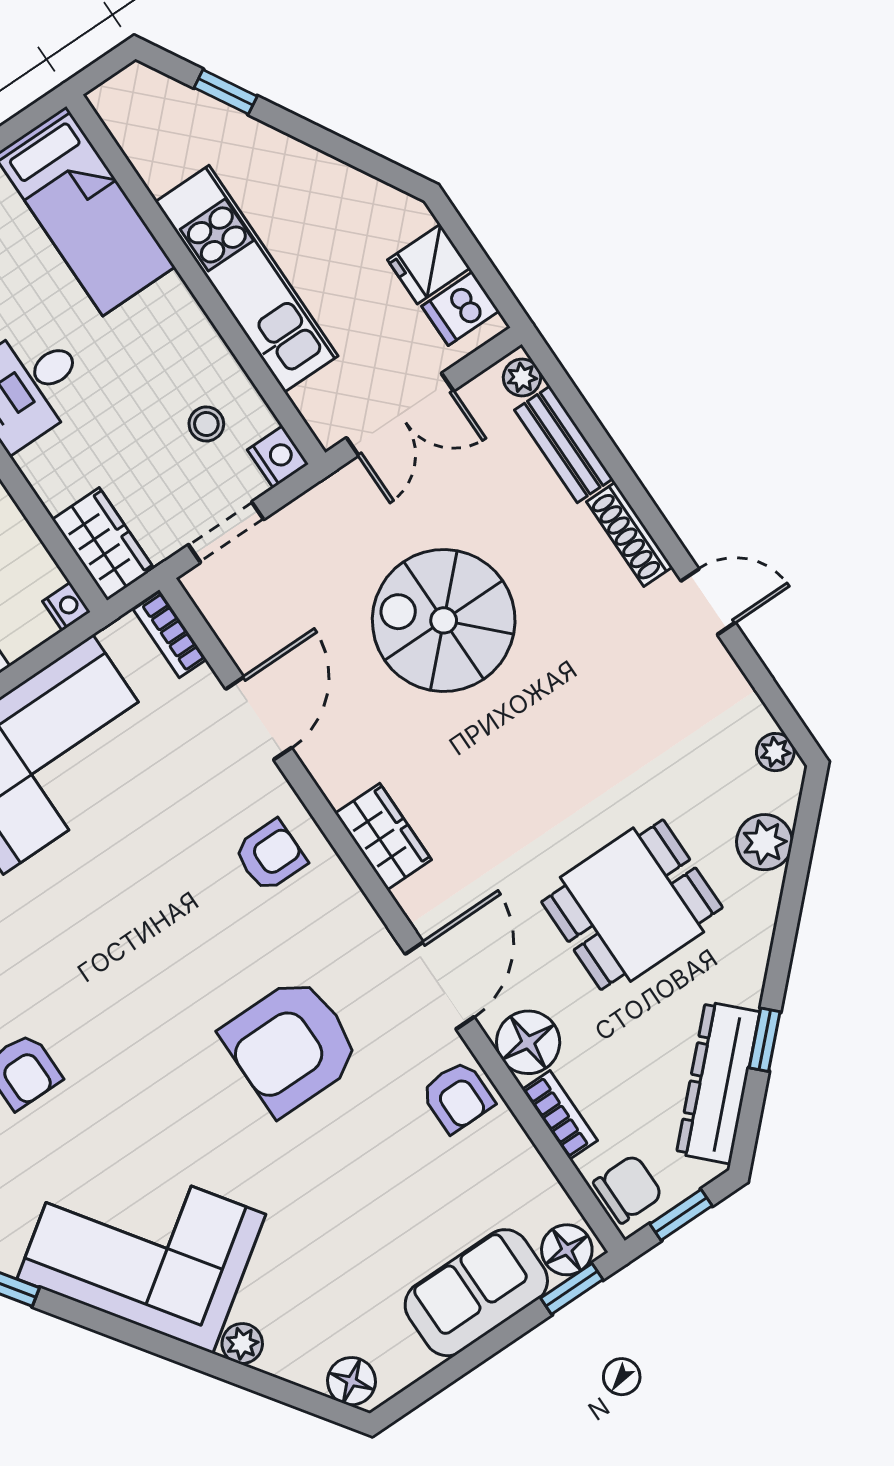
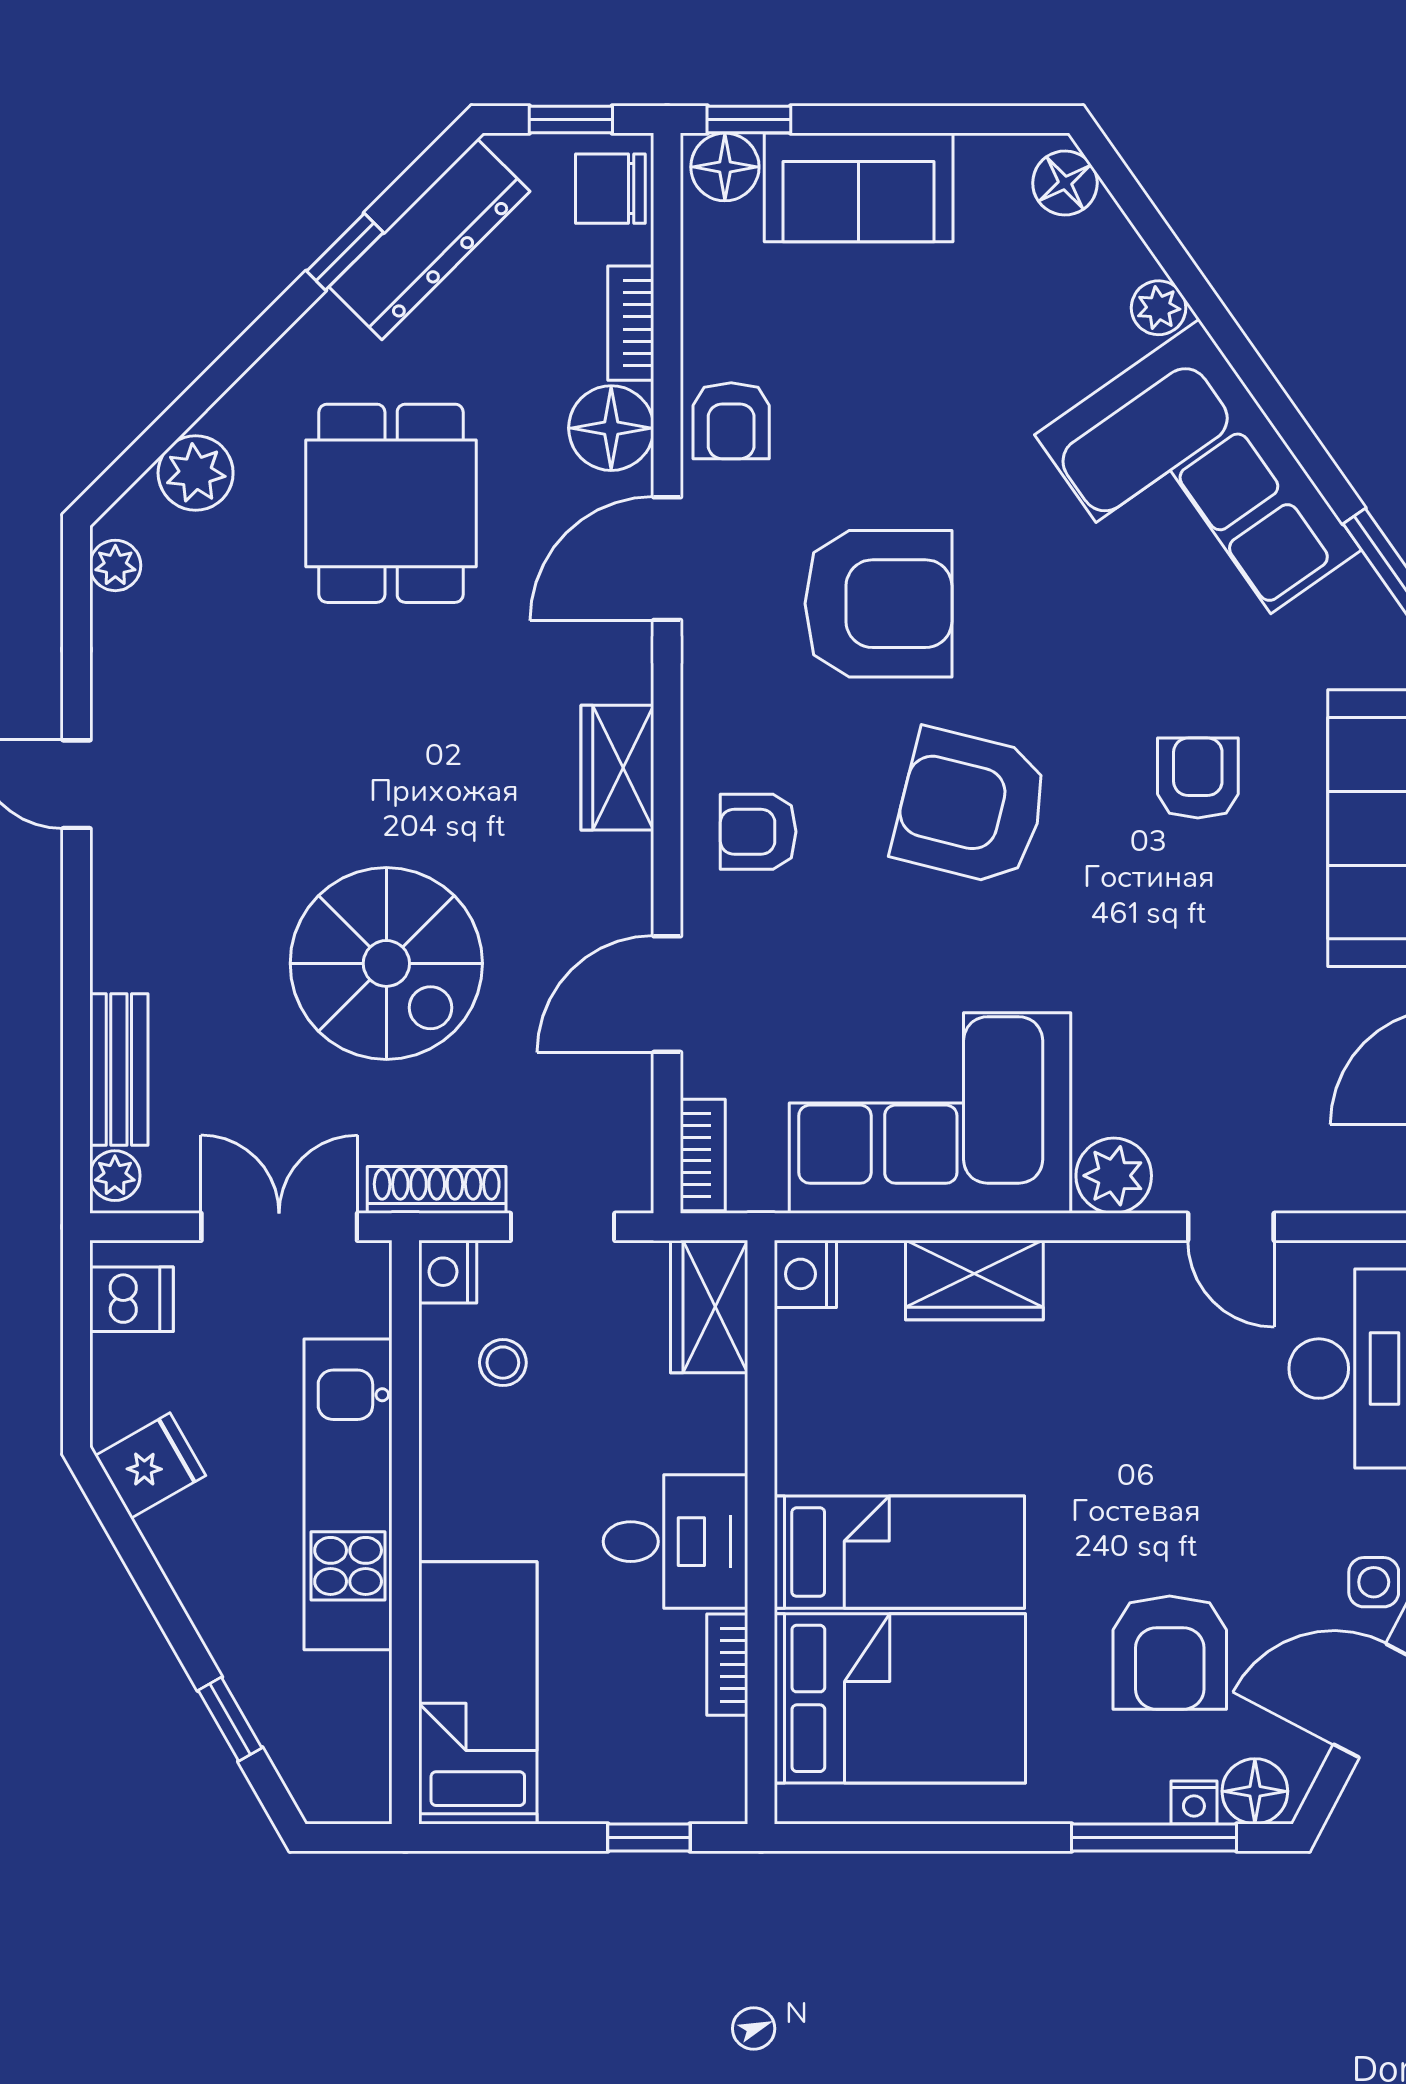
fridge: (429, 264) -> (150, 1466), moved, turned -30
shoe rack: (629, 534) -> (437, 1190), moved, turned -90
nightstand: (66, 606) -> (805, 1274), width x1.39, depth x1.35
dining table: (632, 905) -> (391, 503), turned 90
armchair: (150, 959) -> (971, 807), added
armchair: (458, 1097) -> (731, 421), turned 180

